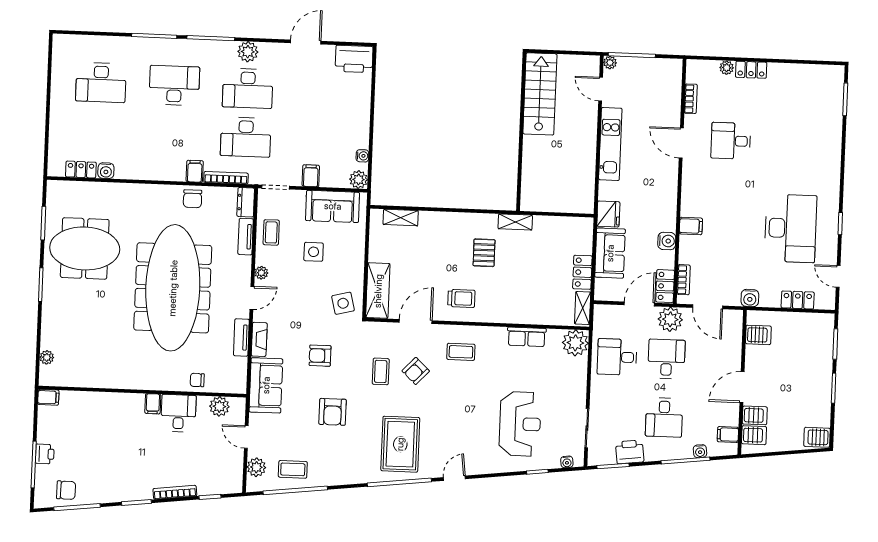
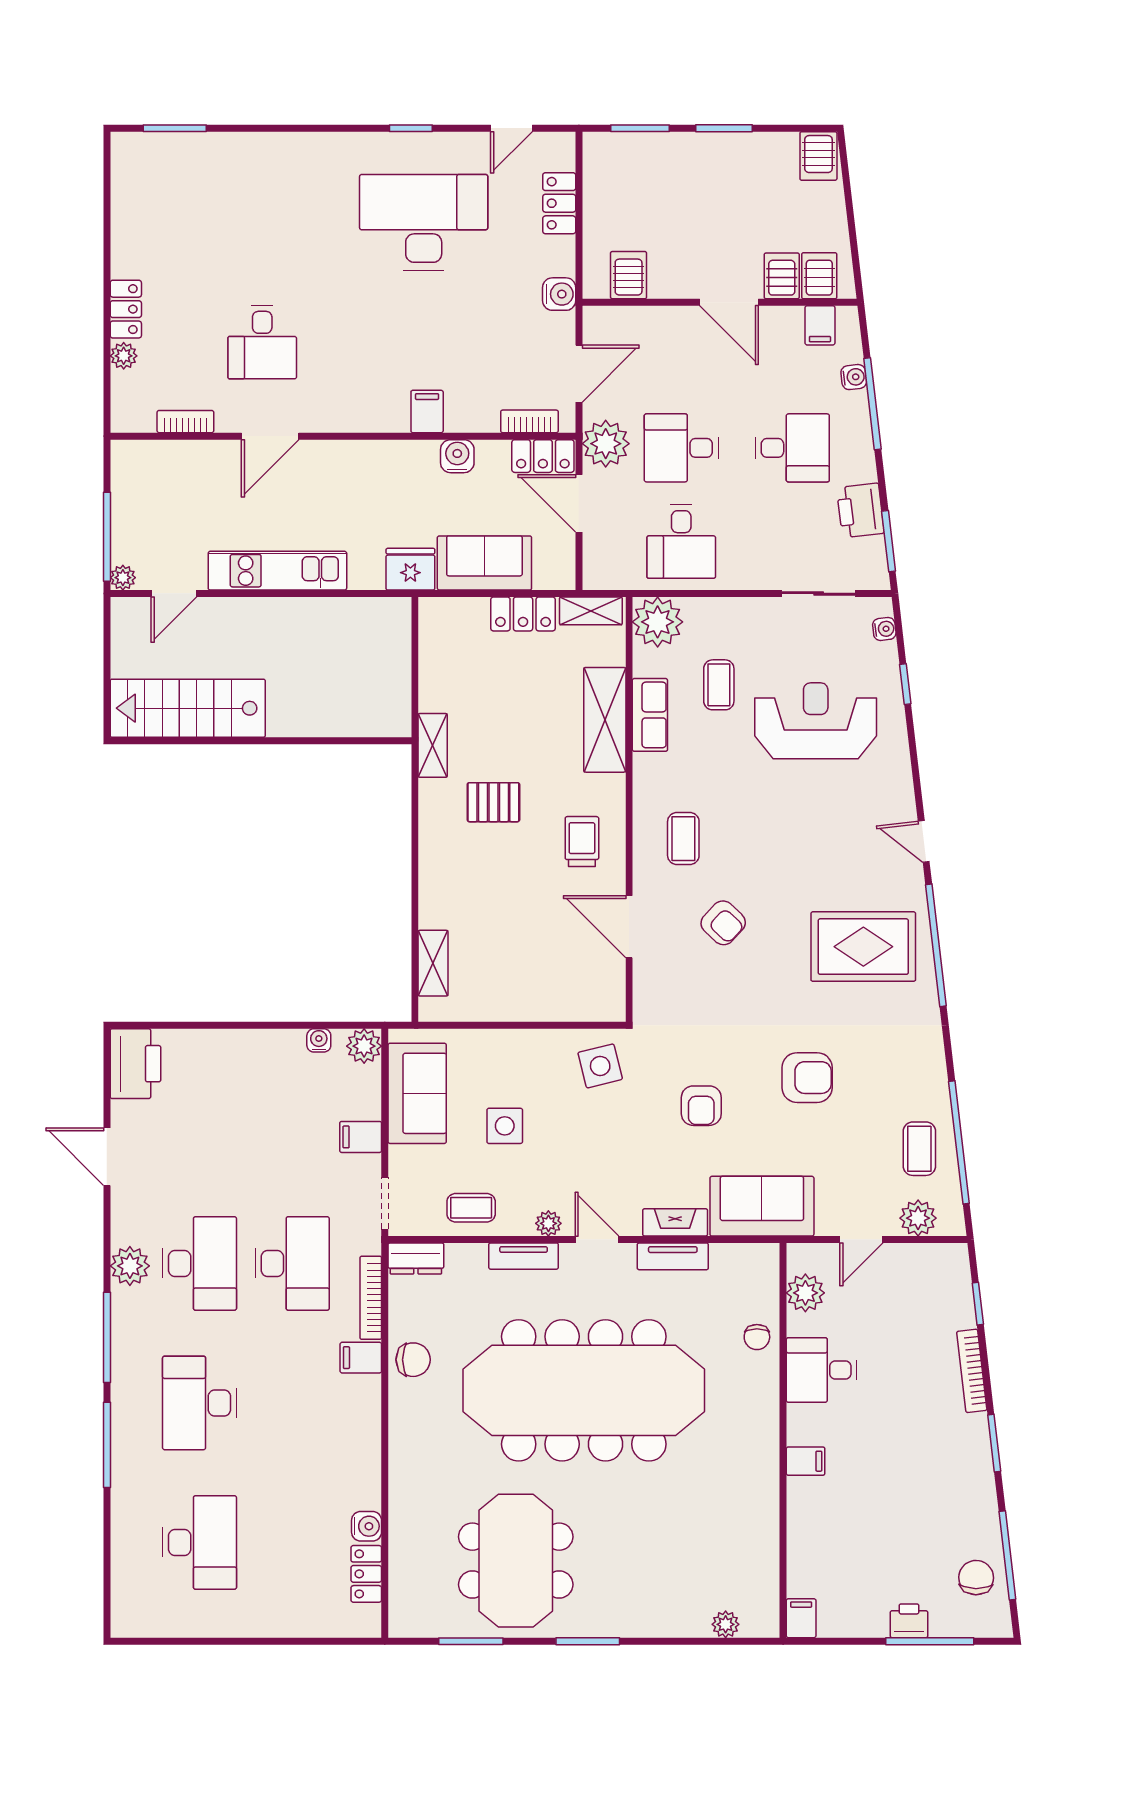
tv unit: (246, 237) -> (524, 1256), moved
shelving: (378, 291) -> (605, 720), moved, turned 90
coffee table: (381, 371) -> (719, 685), moved, turned 90
filing cabinet: (153, 404) -> (806, 1461), moved

